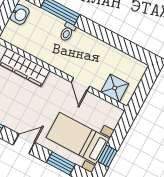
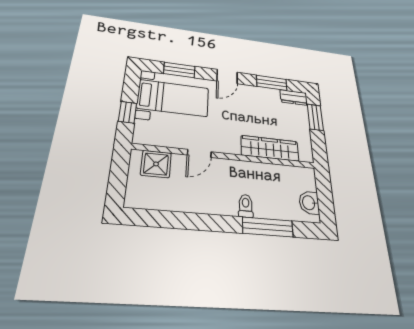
door: (80, 84) -> (199, 153), swing flipped
window: (108, 156) -> (128, 112), moved

